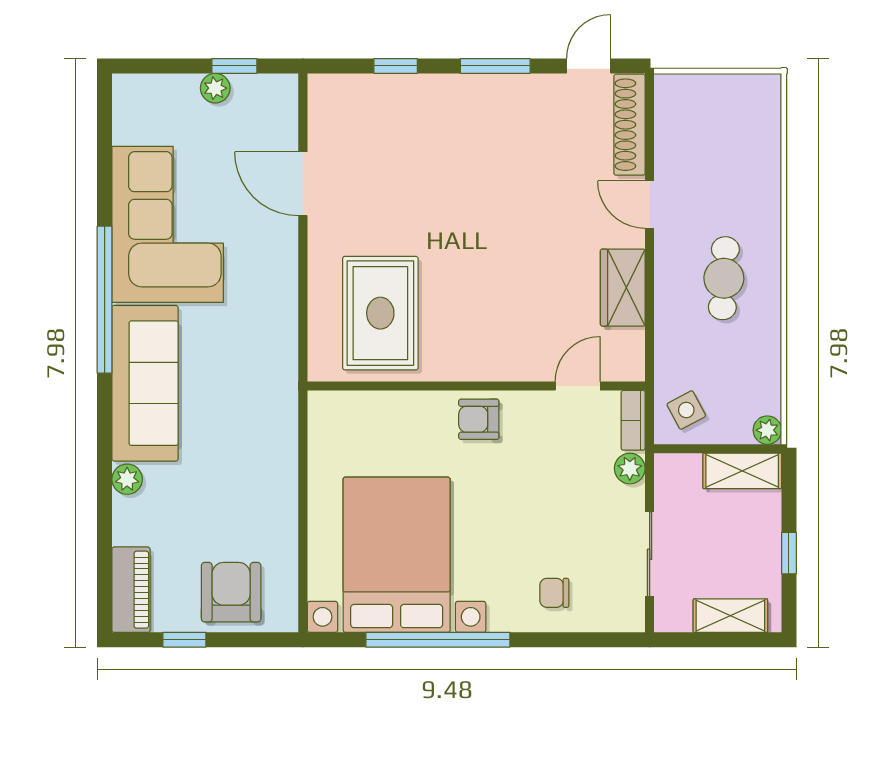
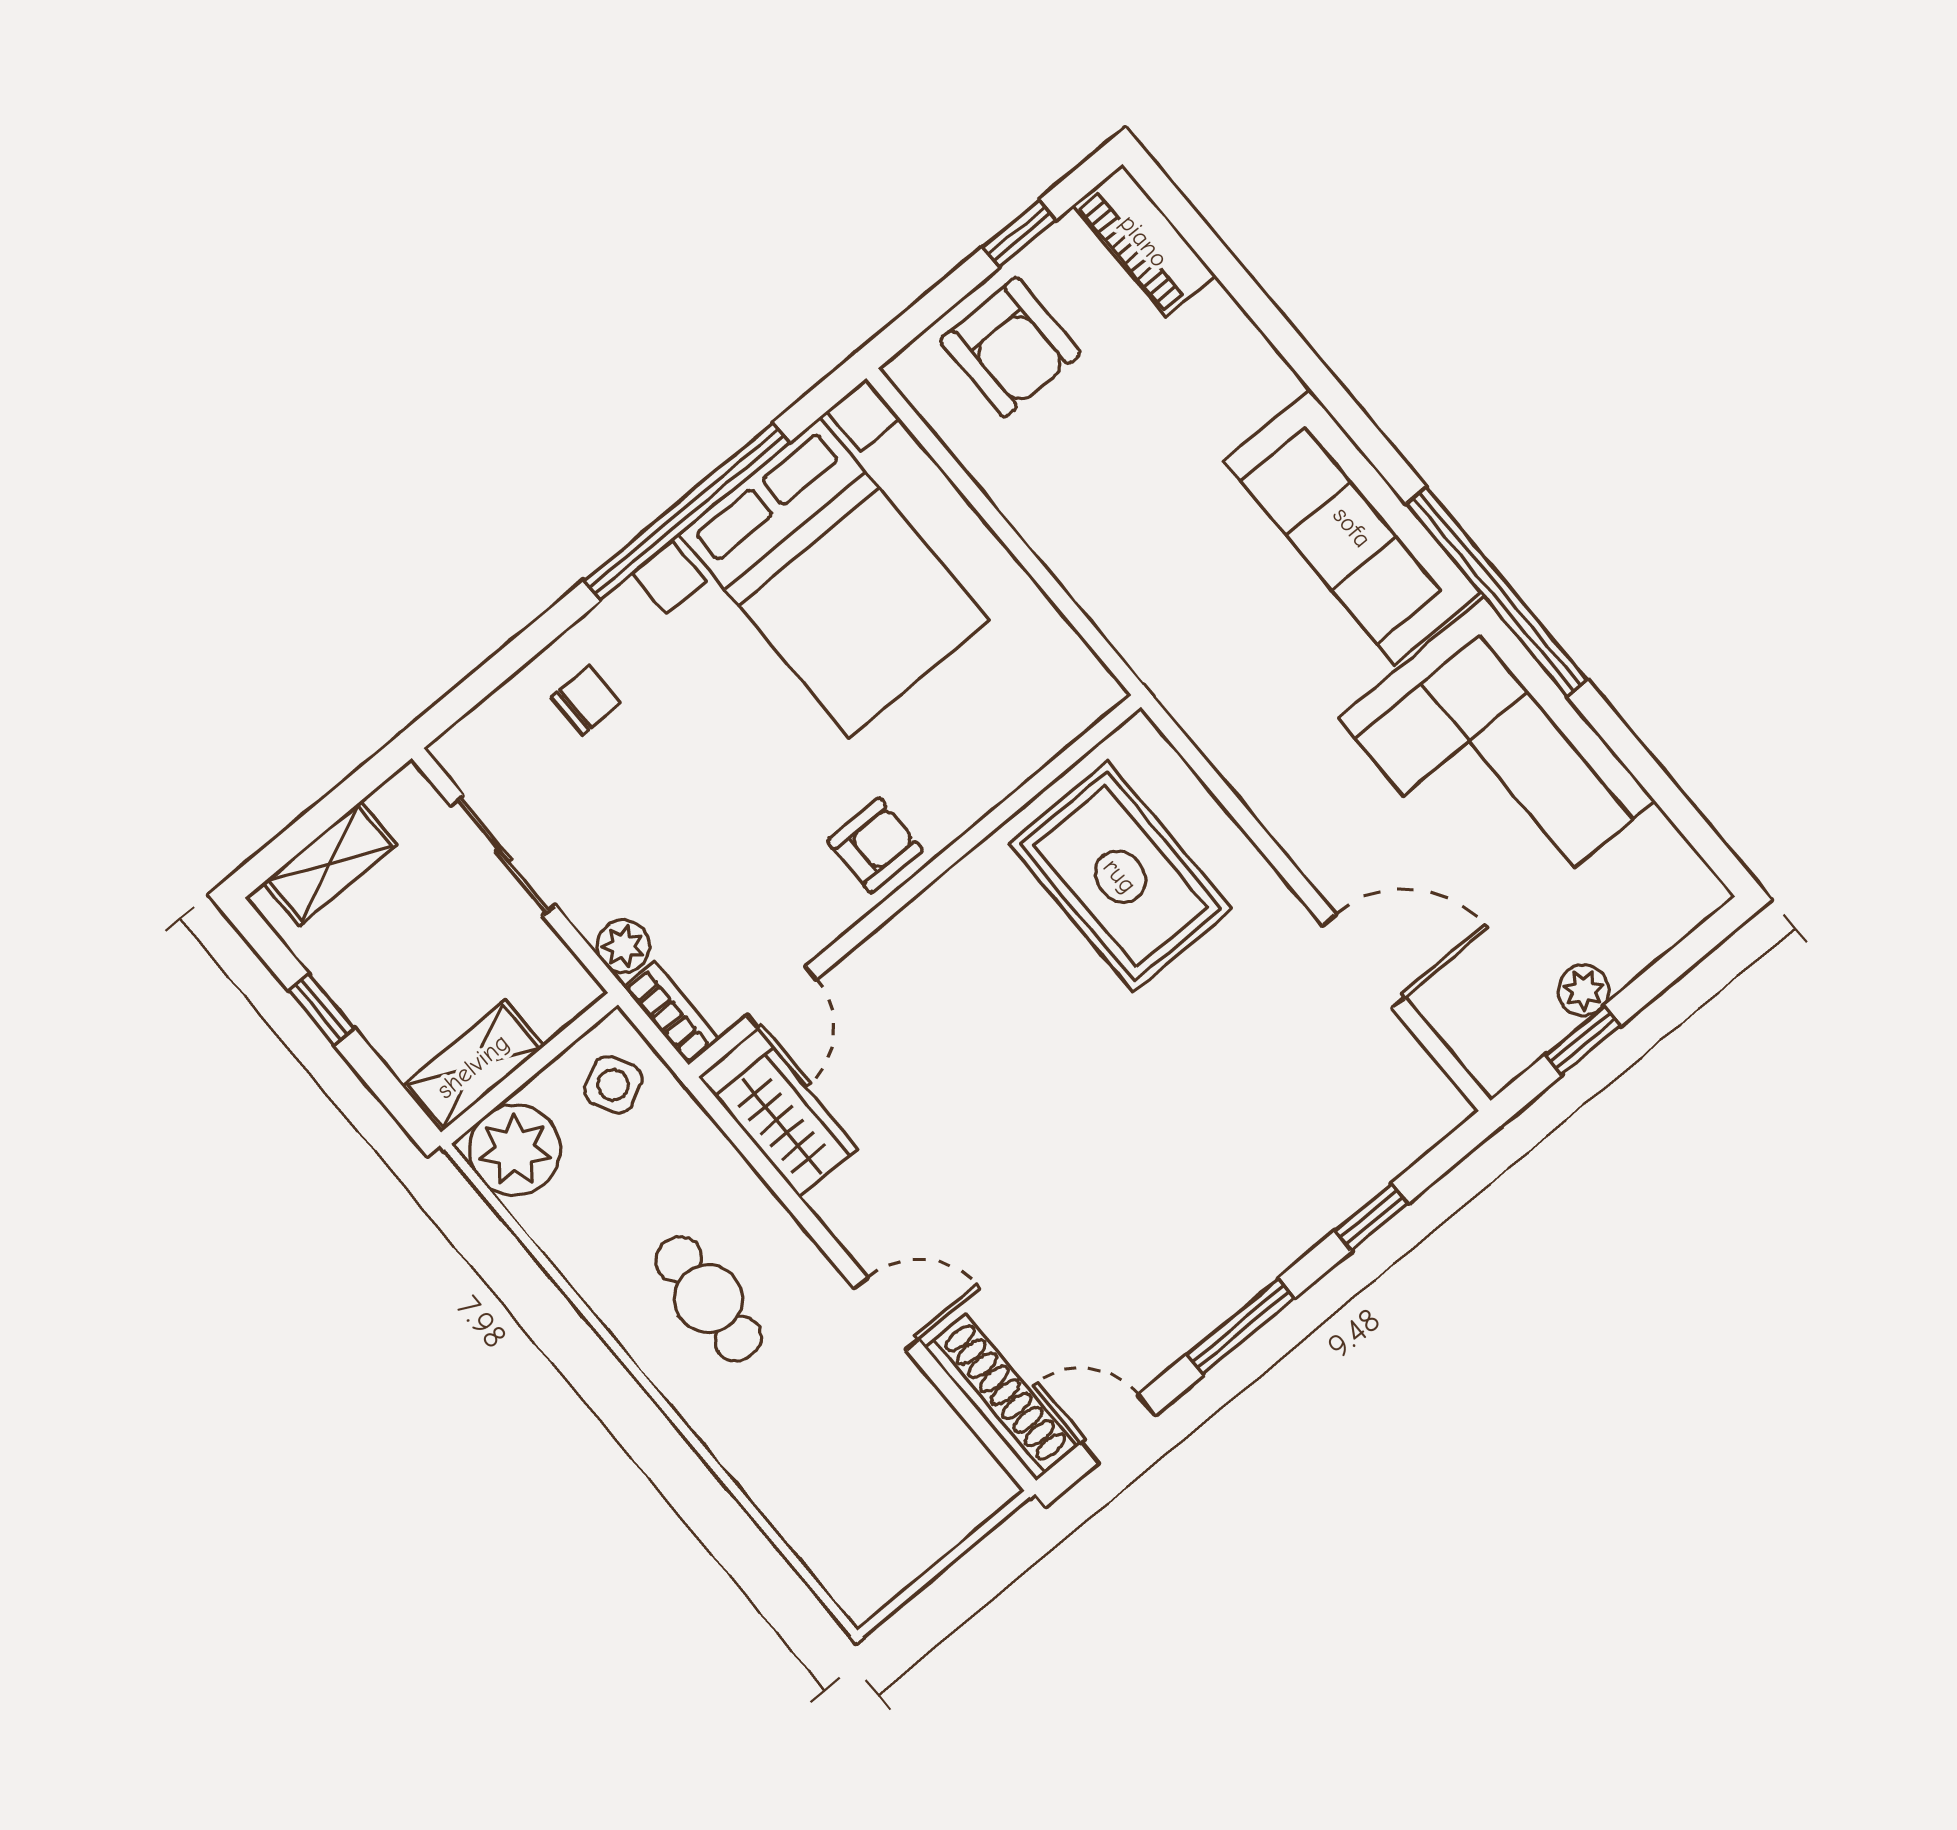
door: (589, 66) -> (1118, 1429), swing flipped
wardrobe: (623, 288) -> (786, 1122), moved
plant: (767, 430) -> (515, 1150), width x1.88, depth x1.88
plant: (127, 479) -> (1270, 381), removed

